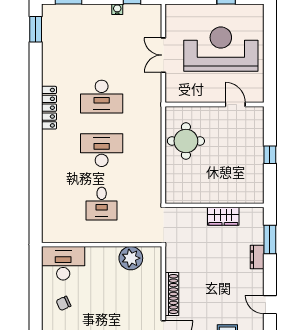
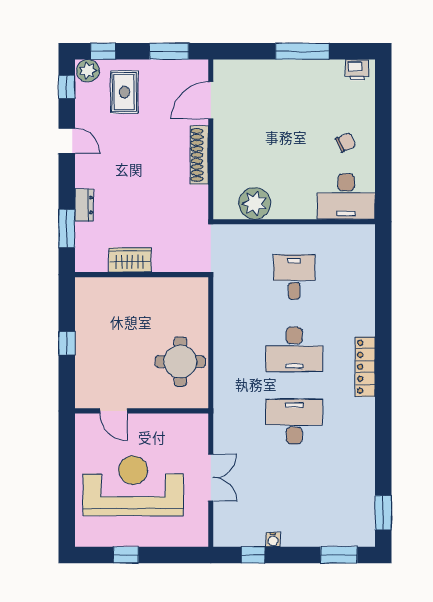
reception desk: (221, 49) -> (133, 486), turned 180
locker: (49, 108) -> (365, 367), moved

